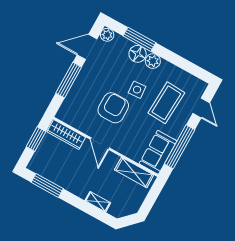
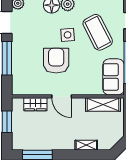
coffee table: (166, 103) -> (98, 32), turned -30
wardrobe: (66, 134) -> (35, 104), width x0.67

